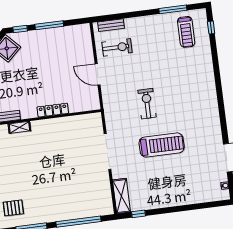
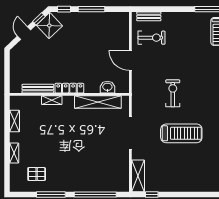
washbasin: (77, 106) -> (107, 87), added
locker: (53, 110) -> (69, 88), moved
shelving: (69, 123) -> (98, 102), added

